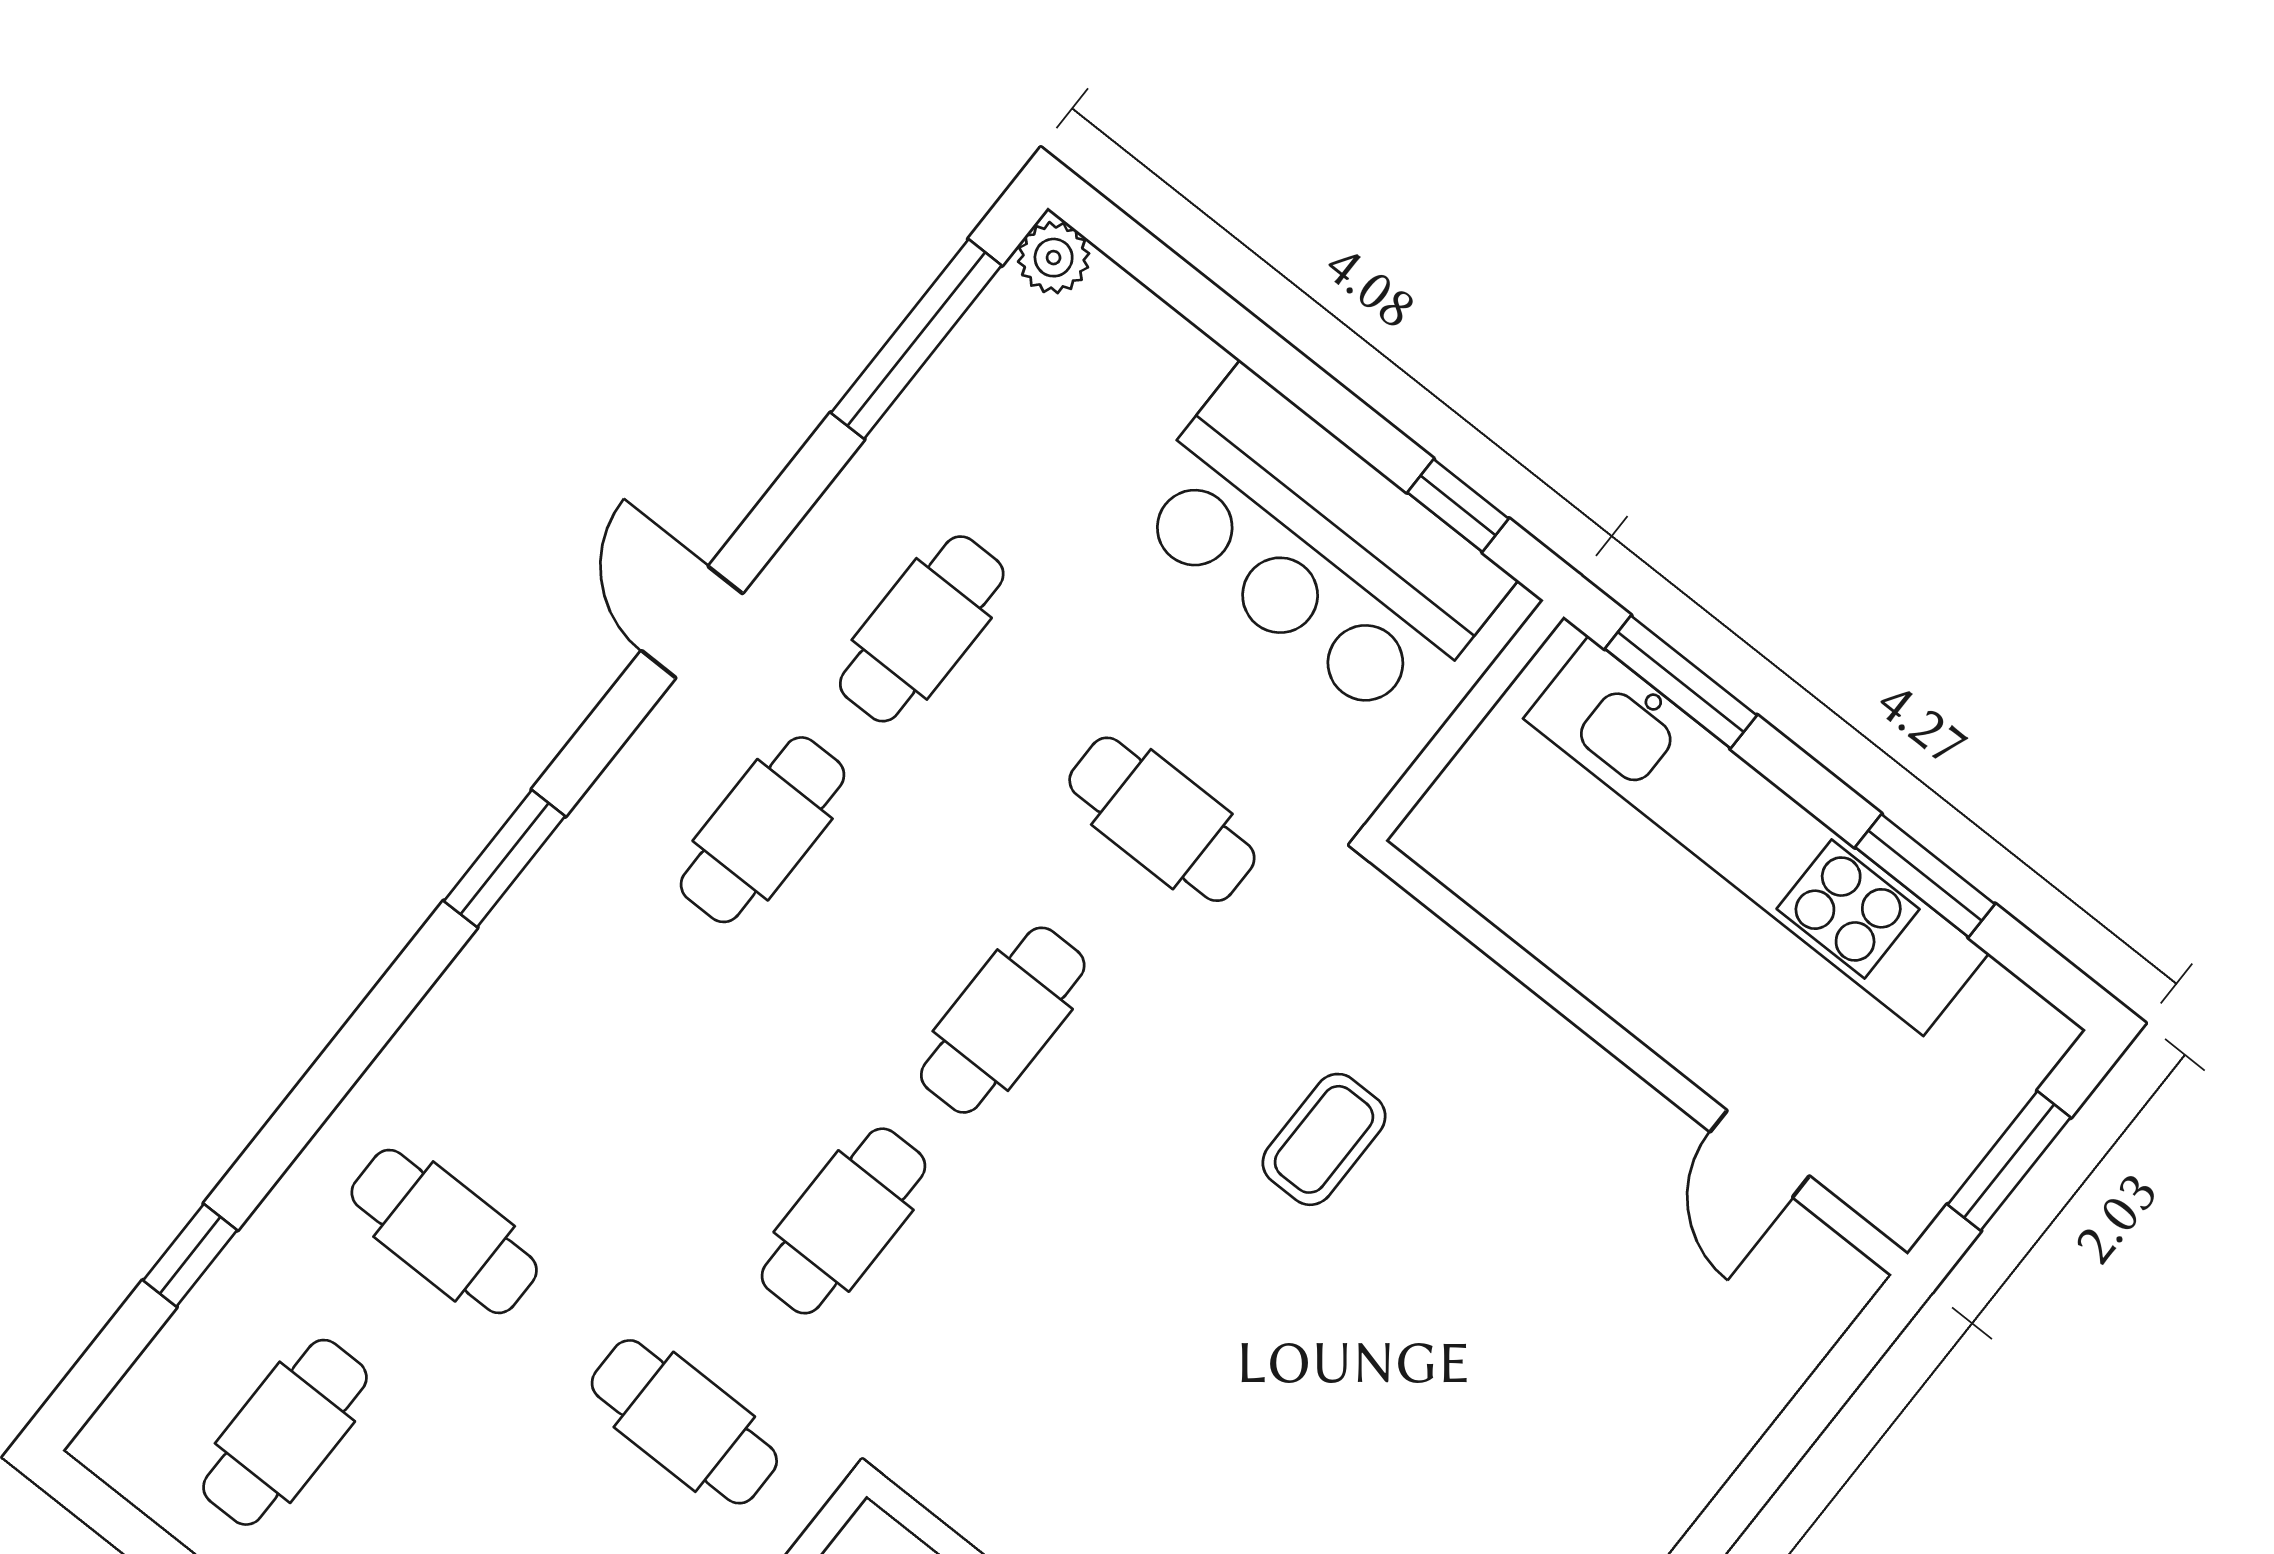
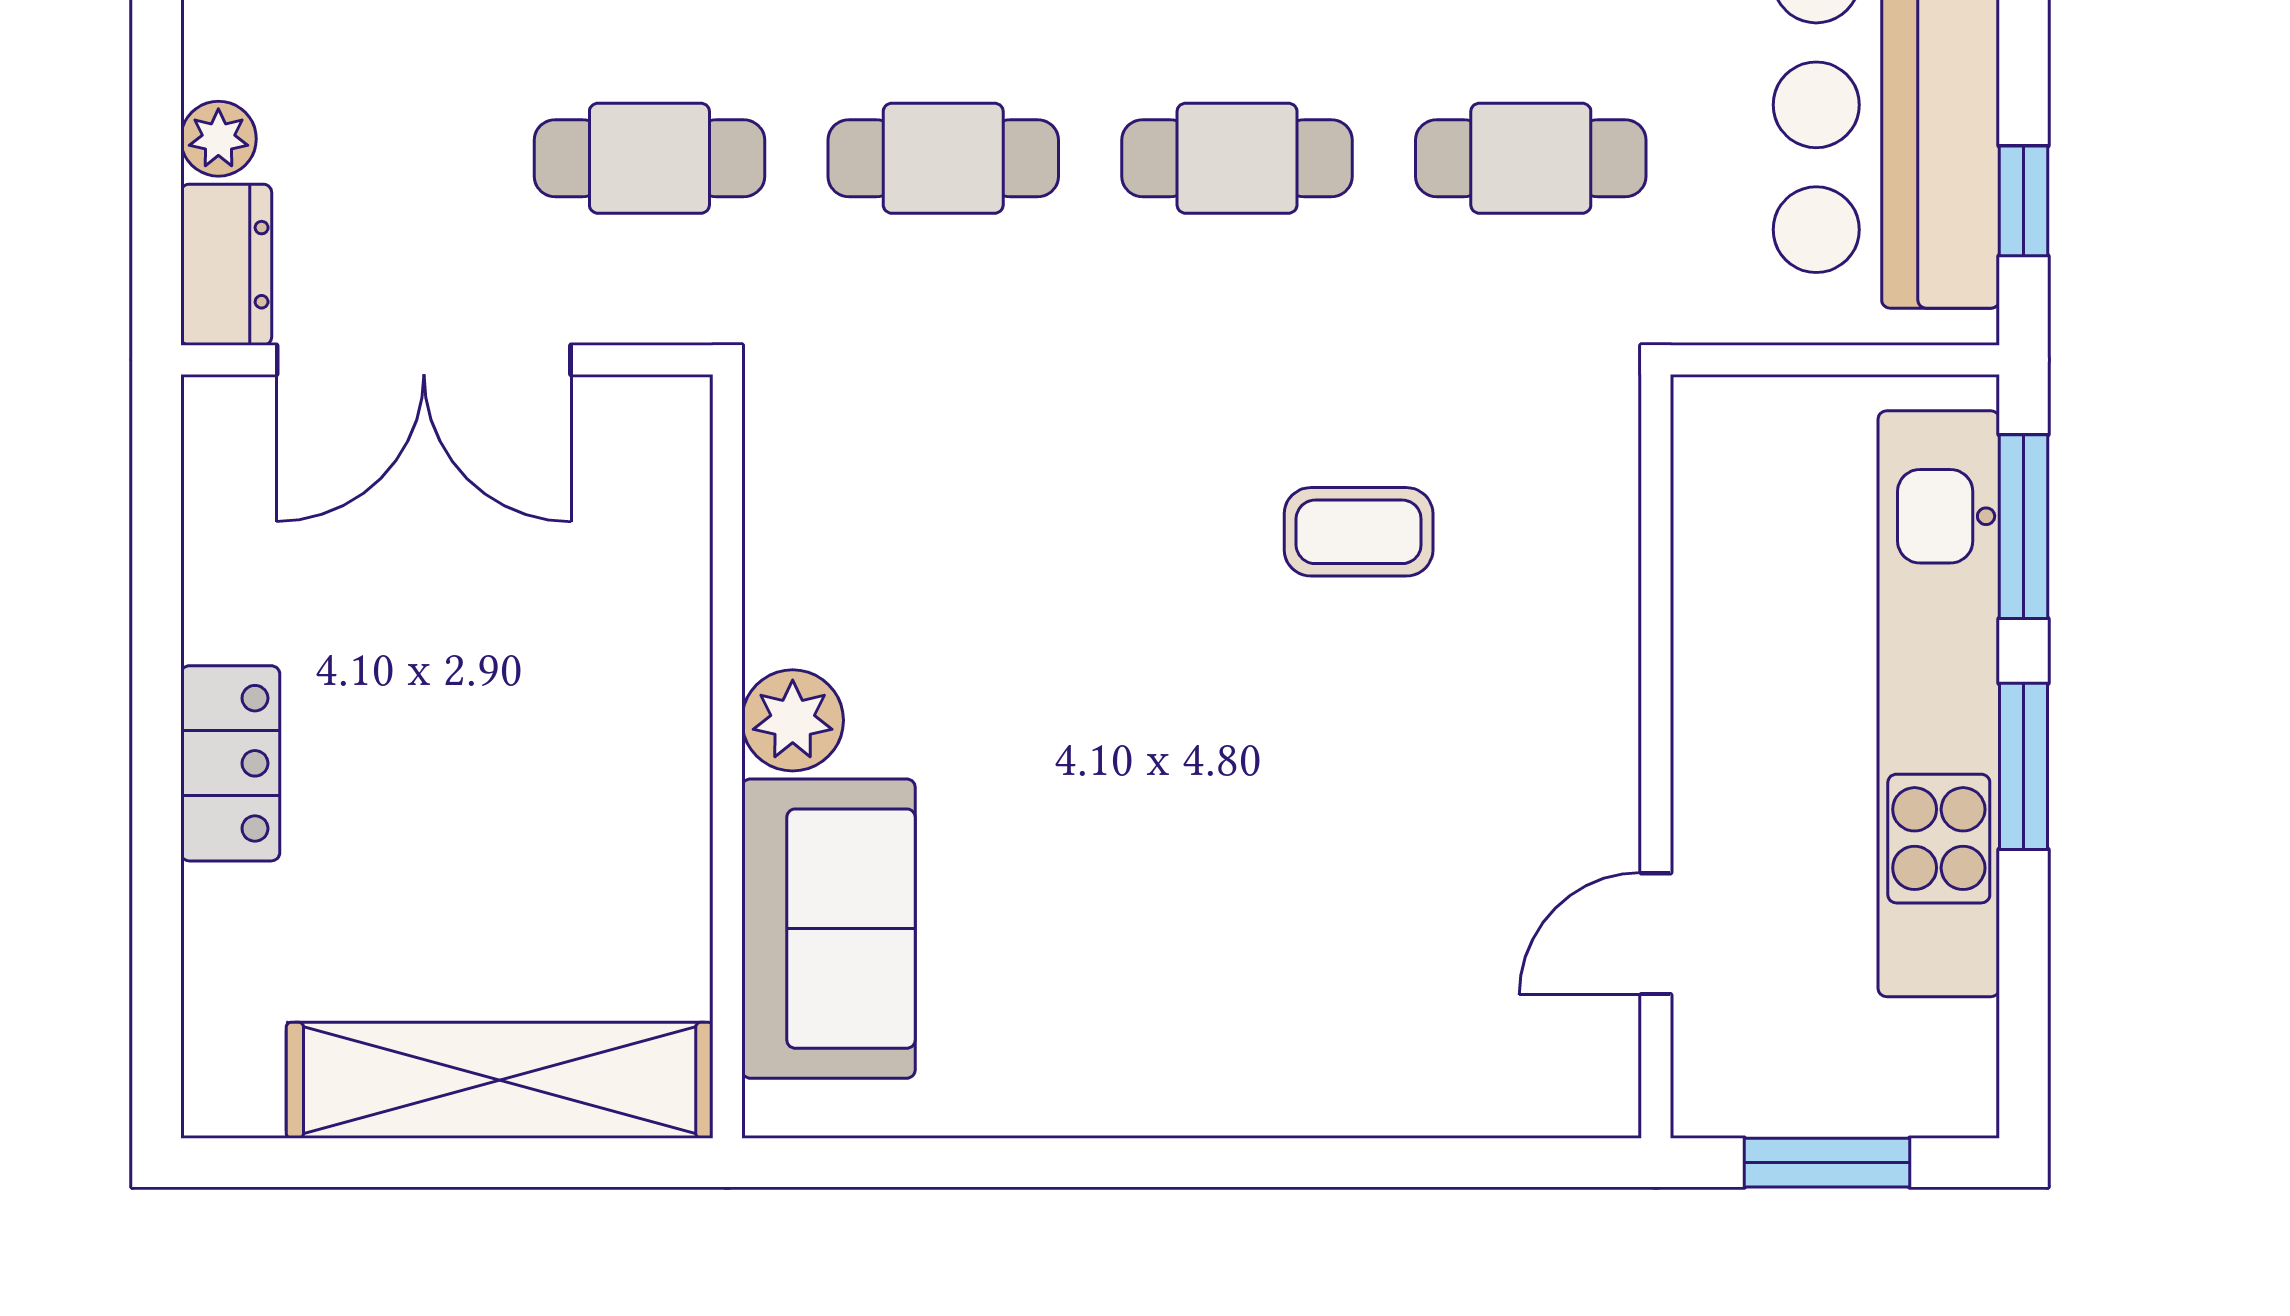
cafe table: (1162, 819) -> (1531, 158), turned 90
window: (1925, 876) -> (2024, 766), moved
cafe table: (684, 1422) -> (649, 158), turned 90

